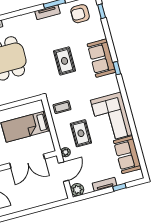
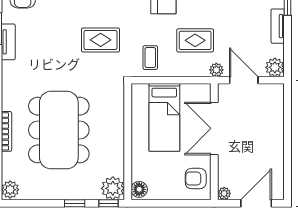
rug: (64, 61) -> (101, 40), moved
double door: (27, 161) -> (214, 128), swing flipped

